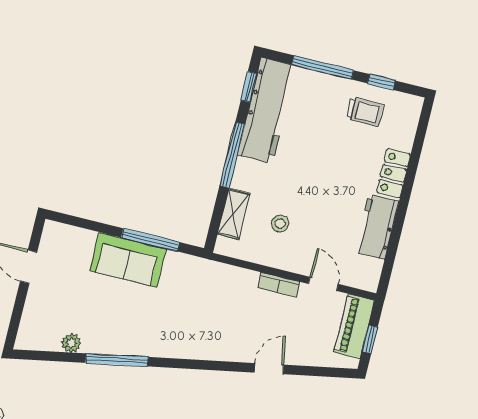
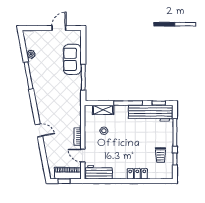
workbench: (377, 227) -> (99, 172), moved
sofa: (128, 260) -> (72, 59), moved
door: (323, 284) -> (83, 156), swing flipped
door: (269, 369) -> (39, 130), moved

